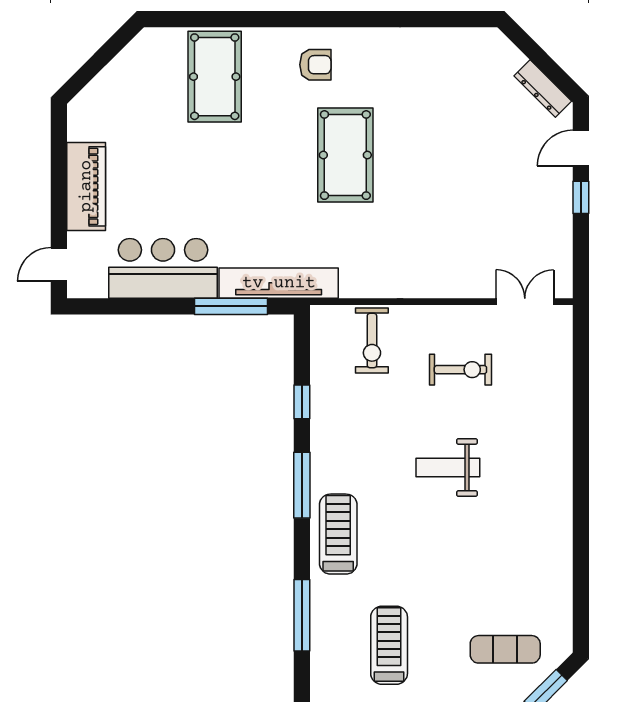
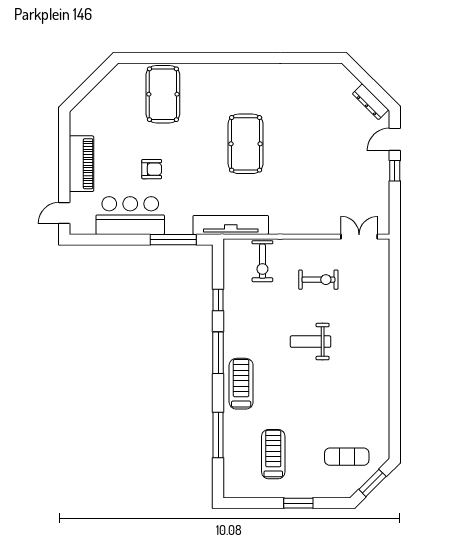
armchair: (315, 65) -> (152, 169), moved
tv unit: (279, 283) -> (231, 225), moved

